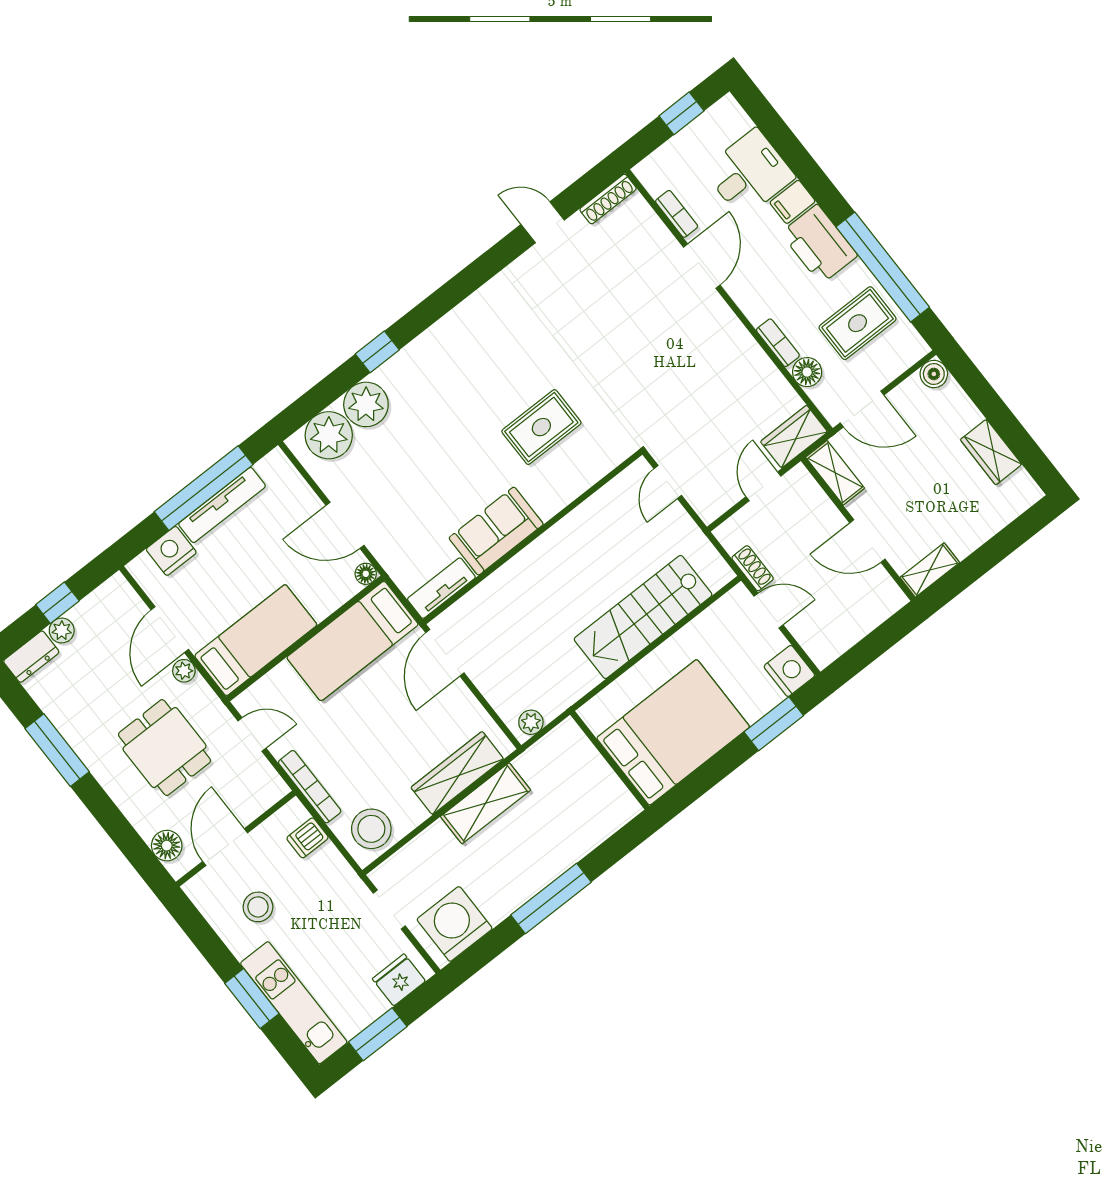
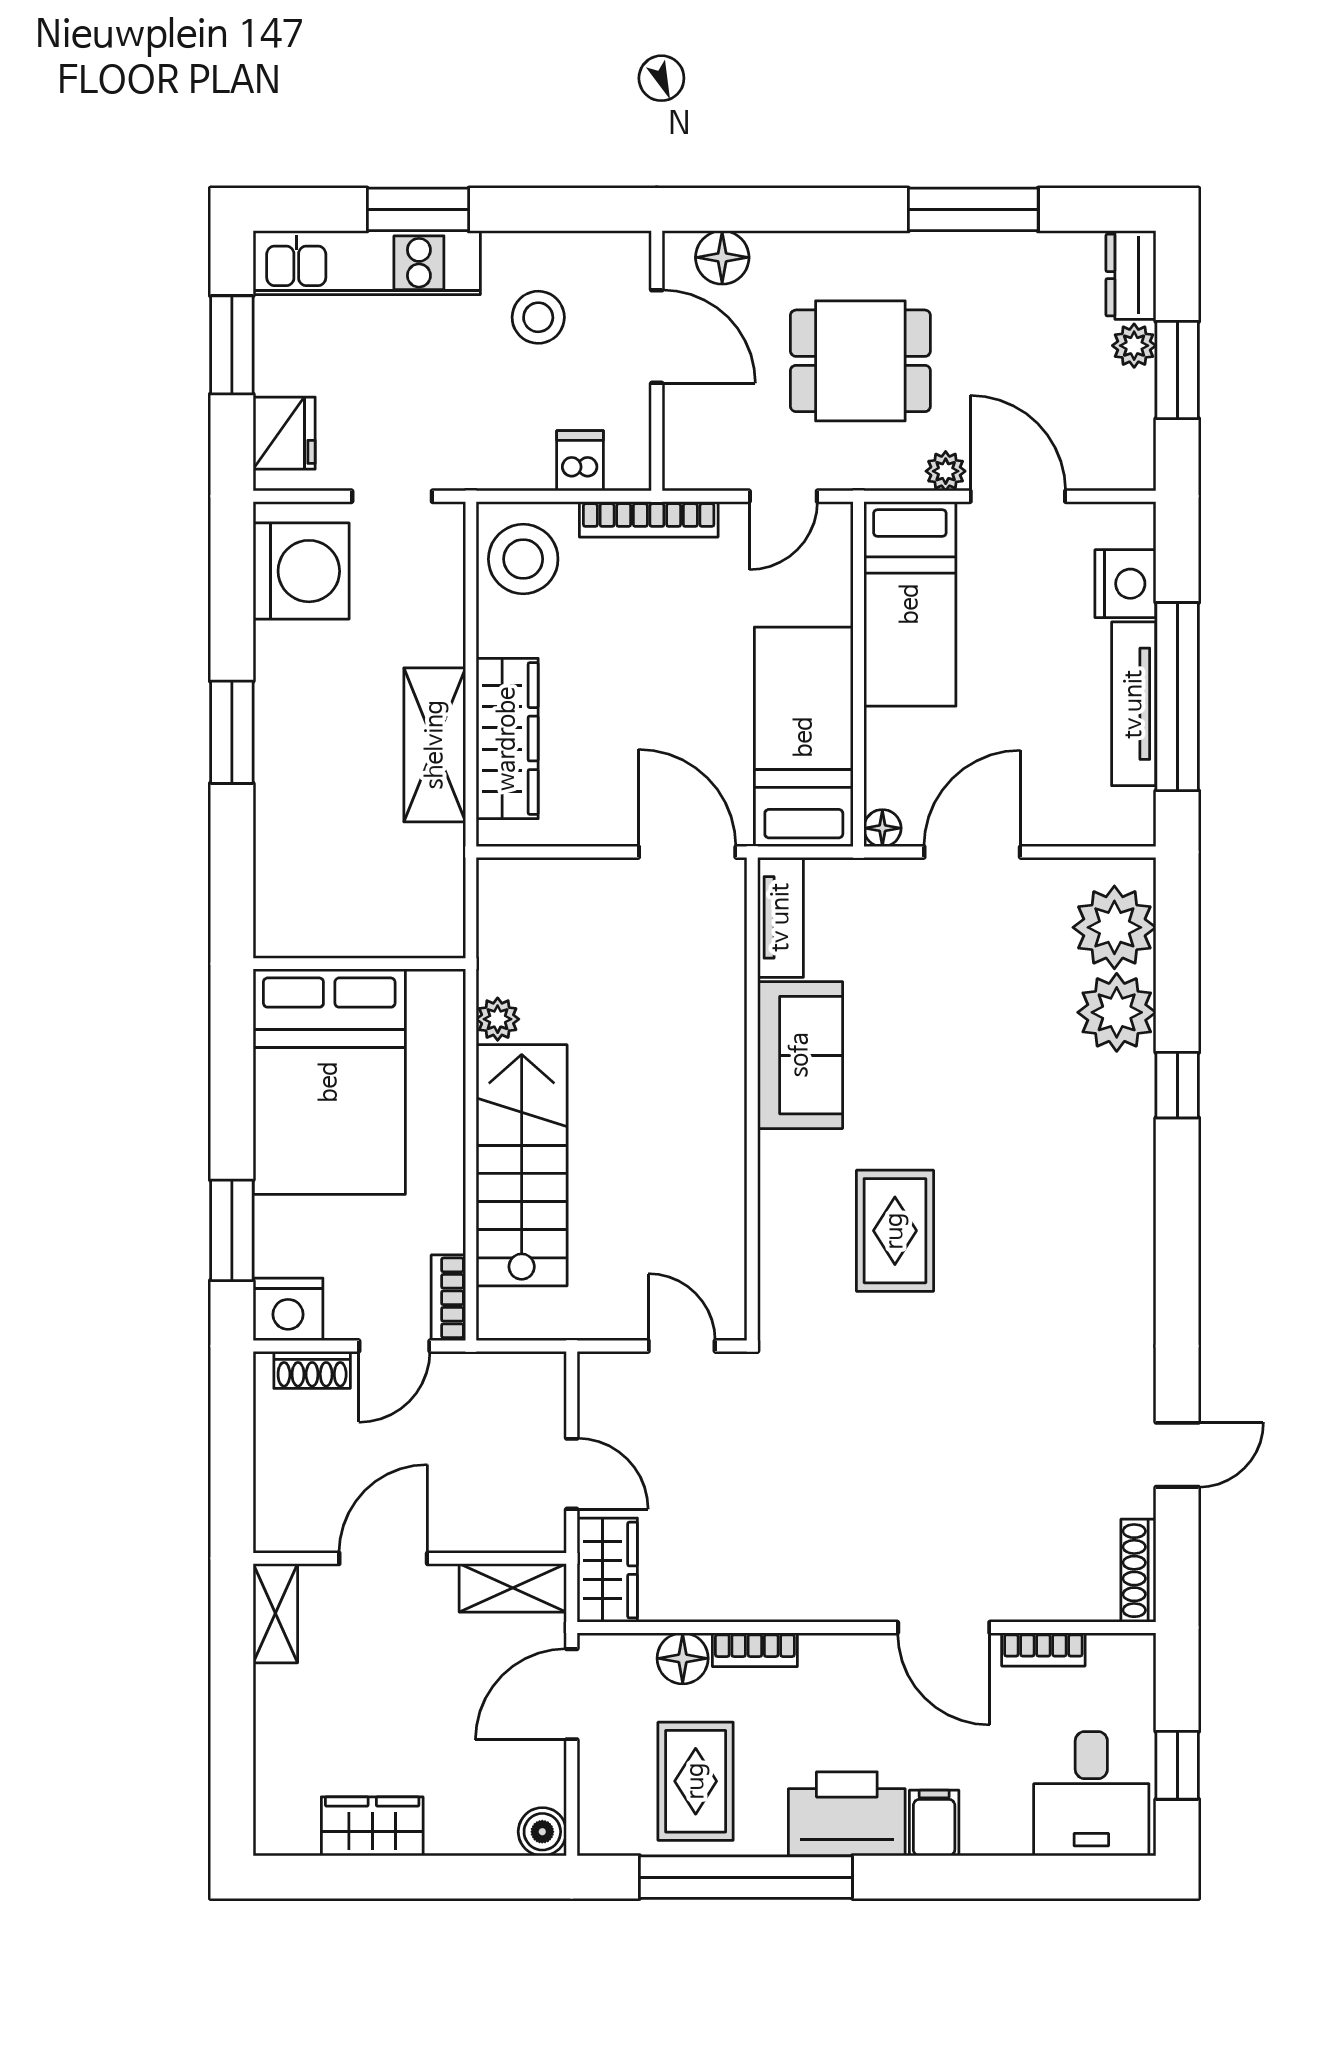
desk: (749, 173) -> (1091, 1794), moved
shoe rack: (753, 568) -> (312, 1370), moved
window: (57, 603) -> (1177, 370), width x1.50
bookcase: (728, 603) -> (448, 1298), added
plant: (531, 722) -> (498, 1019), moved
window: (551, 898) -> (232, 732), width x0.69

